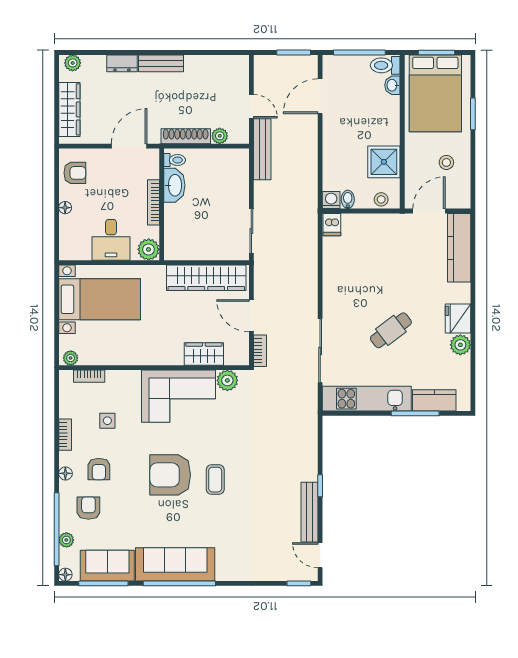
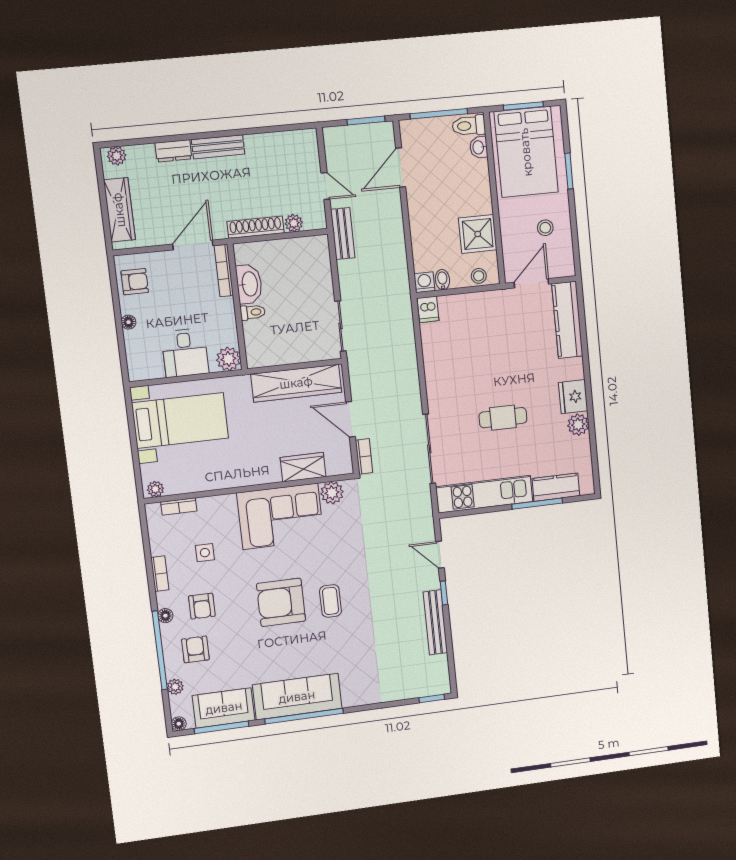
bench: (262, 149) -> (343, 234), width x0.73
toilet: (175, 160) -> (253, 312), moved
bookcase: (153, 202) -> (224, 271), moved
cafe table: (391, 330) -> (503, 418), turned 37
window: (57, 529) -> (160, 650), moved
door: (320, 555) -> (440, 555), moved

